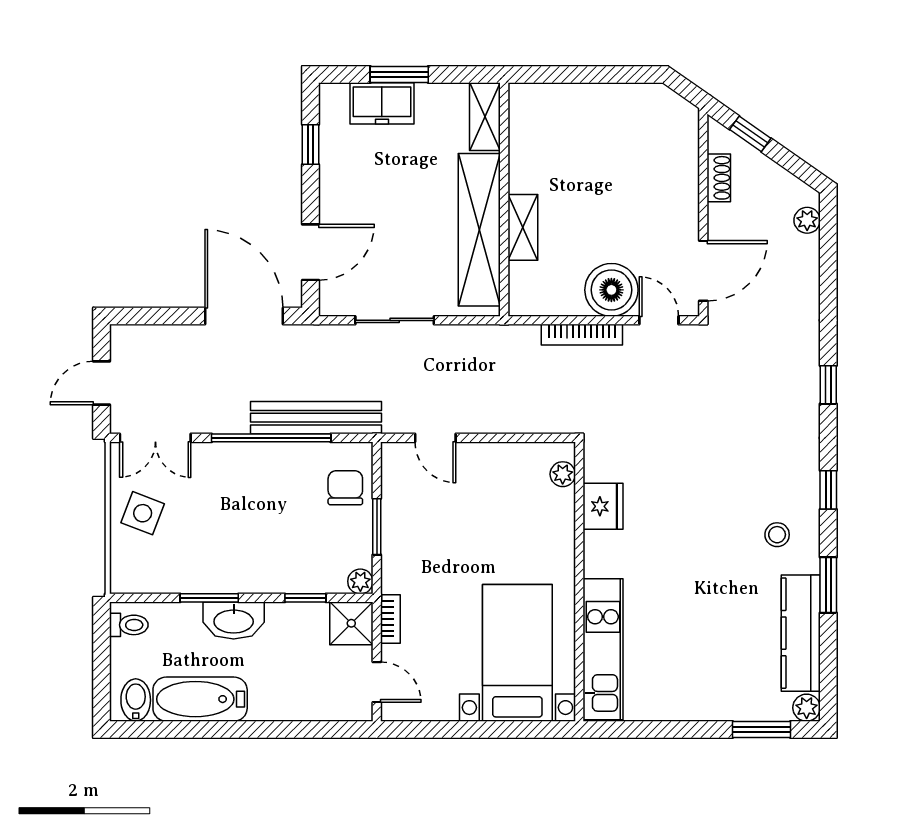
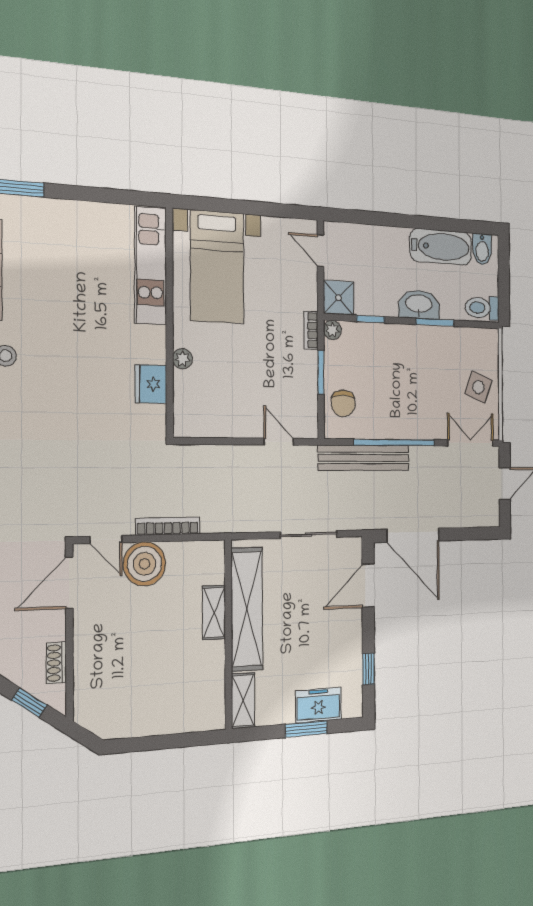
plant: (563, 474) -> (182, 359), moved
bookcase: (390, 619) -> (311, 330), moved
toilet: (129, 625) -> (482, 308), width x1.37, depth x1.39

